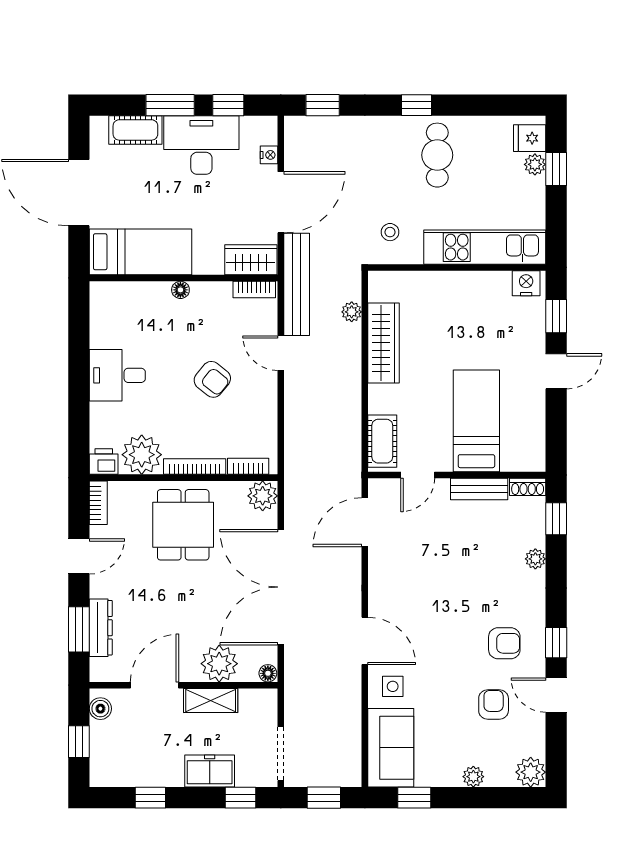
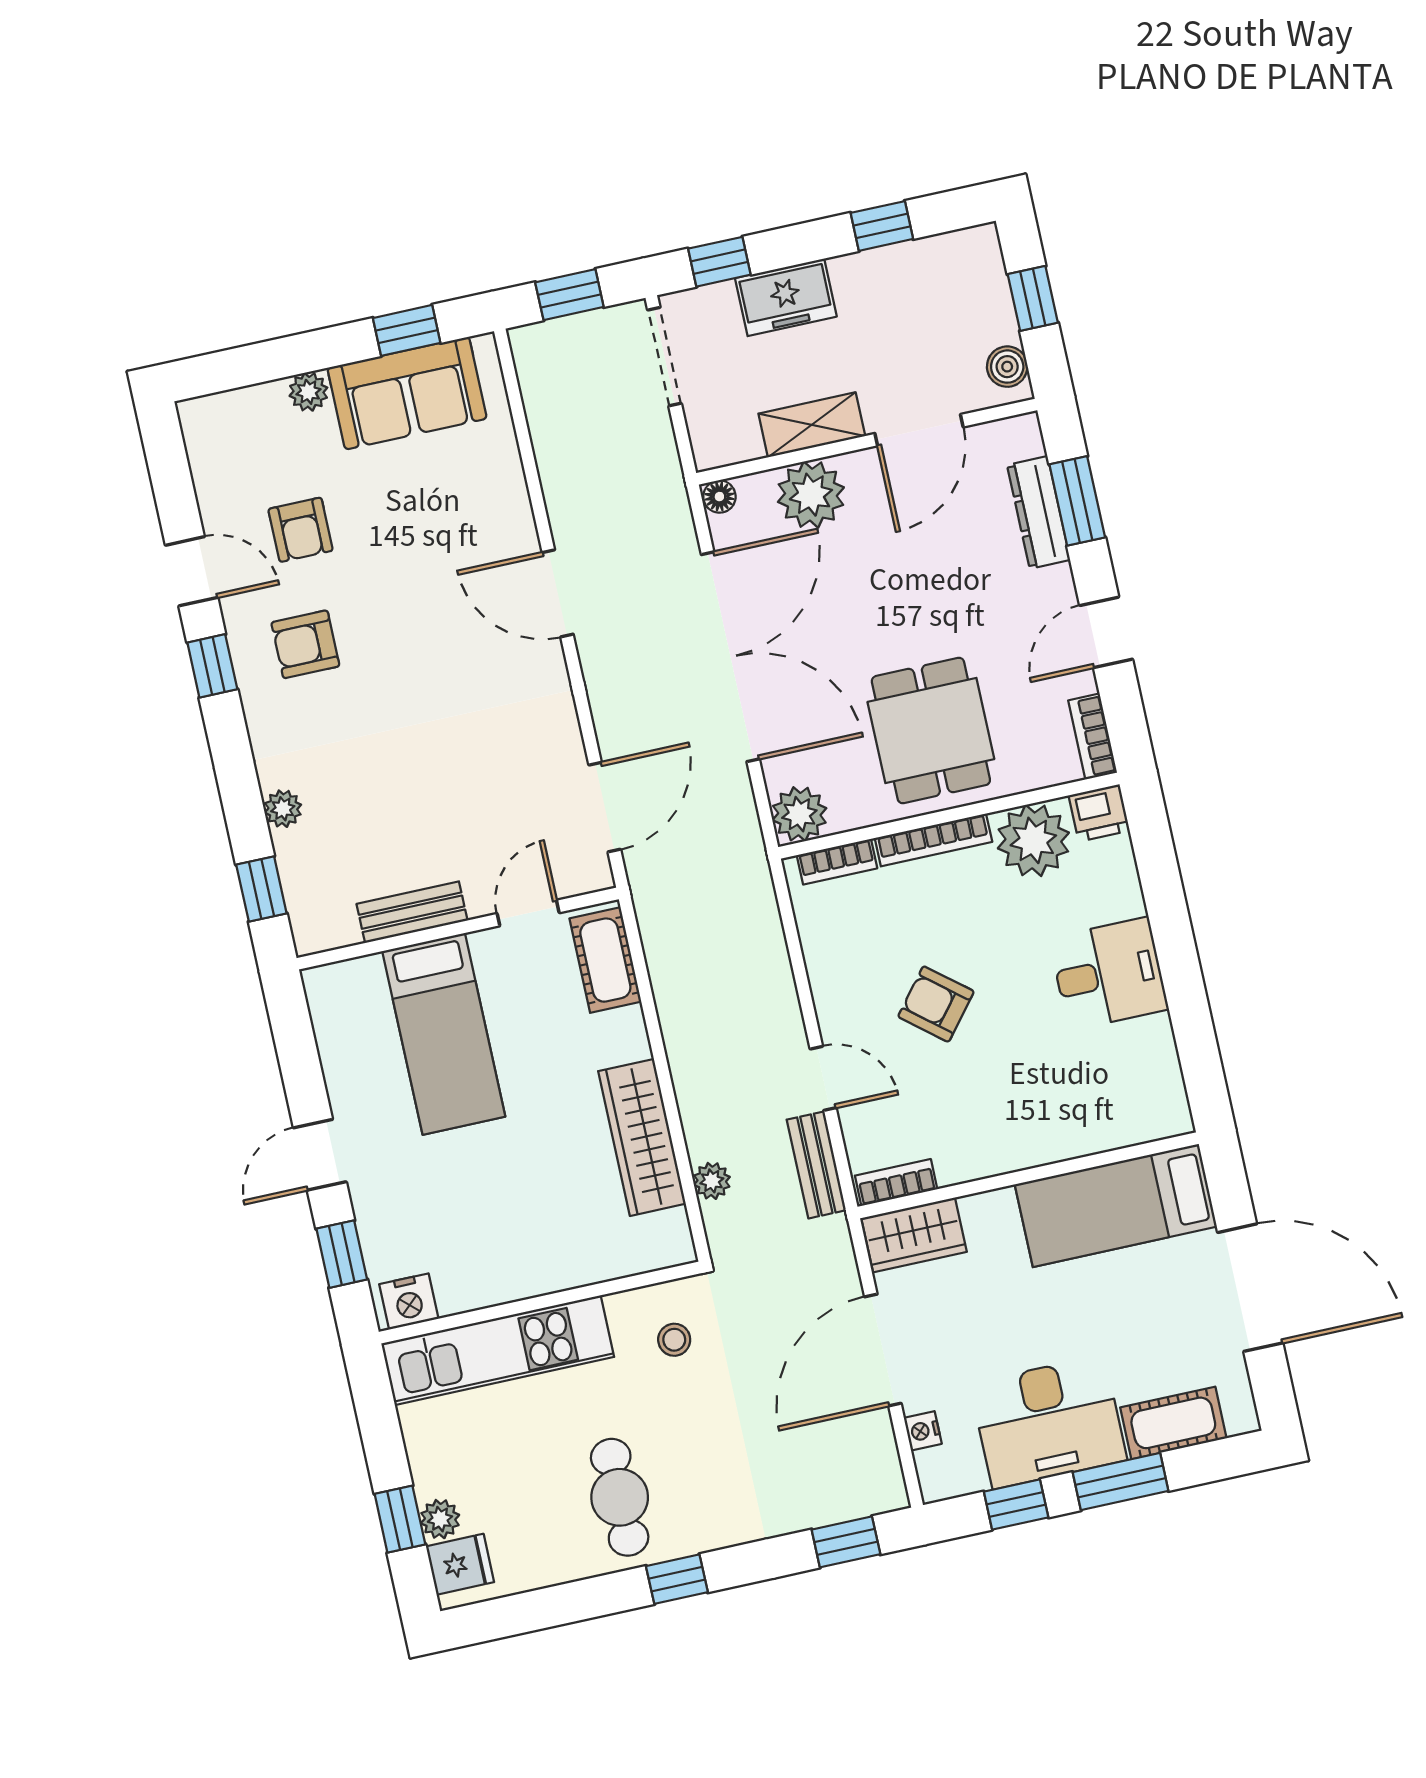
bench: (297, 284) -> (816, 1165), width x0.54, depth x0.82
floor lamp: (180, 290) -> (1029, 1153), removed
shoe rack: (528, 487) -> (325, 935), removed
side table: (393, 686) -> (489, 522), removed
sofa: (391, 748) -> (407, 393), moved, turned -90
plant: (531, 772) -> (207, 422), removed

